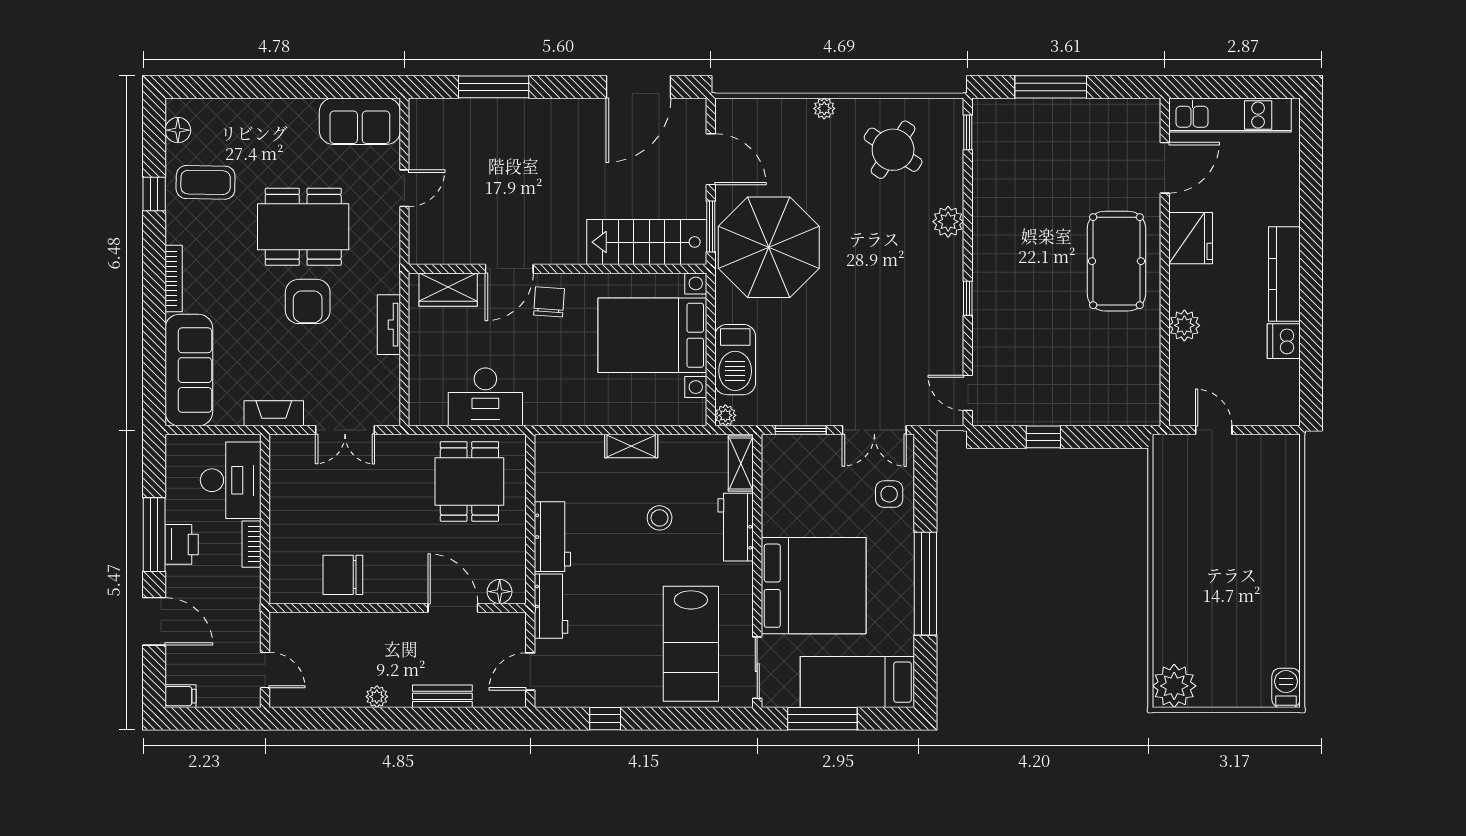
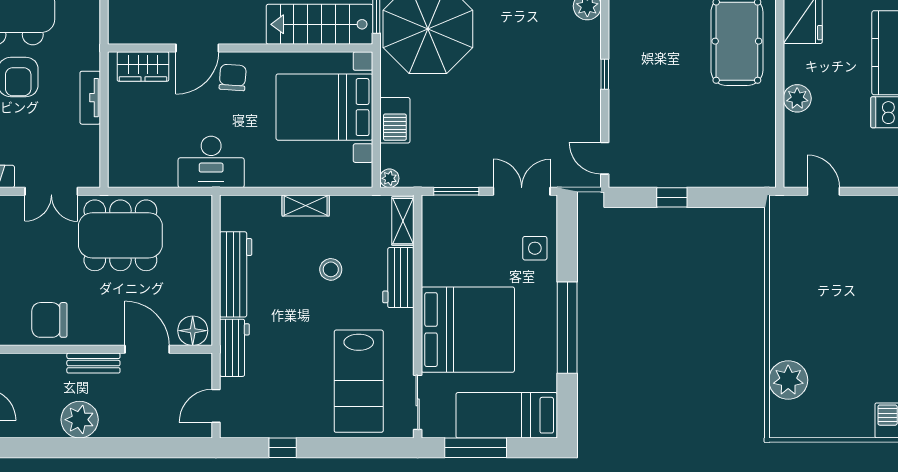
barbecue: (735, 360) -> (395, 120), width x0.73, depth x0.83
desk: (485, 397) -> (211, 162), moved
double door: (874, 430) -> (522, 191), swing flipped
dining table: (469, 481) -> (120, 235), moved, width x1.38
workbench: (552, 537) -> (236, 274), width x1.38
floor lamp: (500, 592) -> (193, 331), width x1.38, depth x1.38
plant: (1174, 686) -> (788, 380), moved
bench: (442, 696) -> (93, 363), moved
plant: (377, 697) -> (80, 420), width x1.87, depth x1.87

